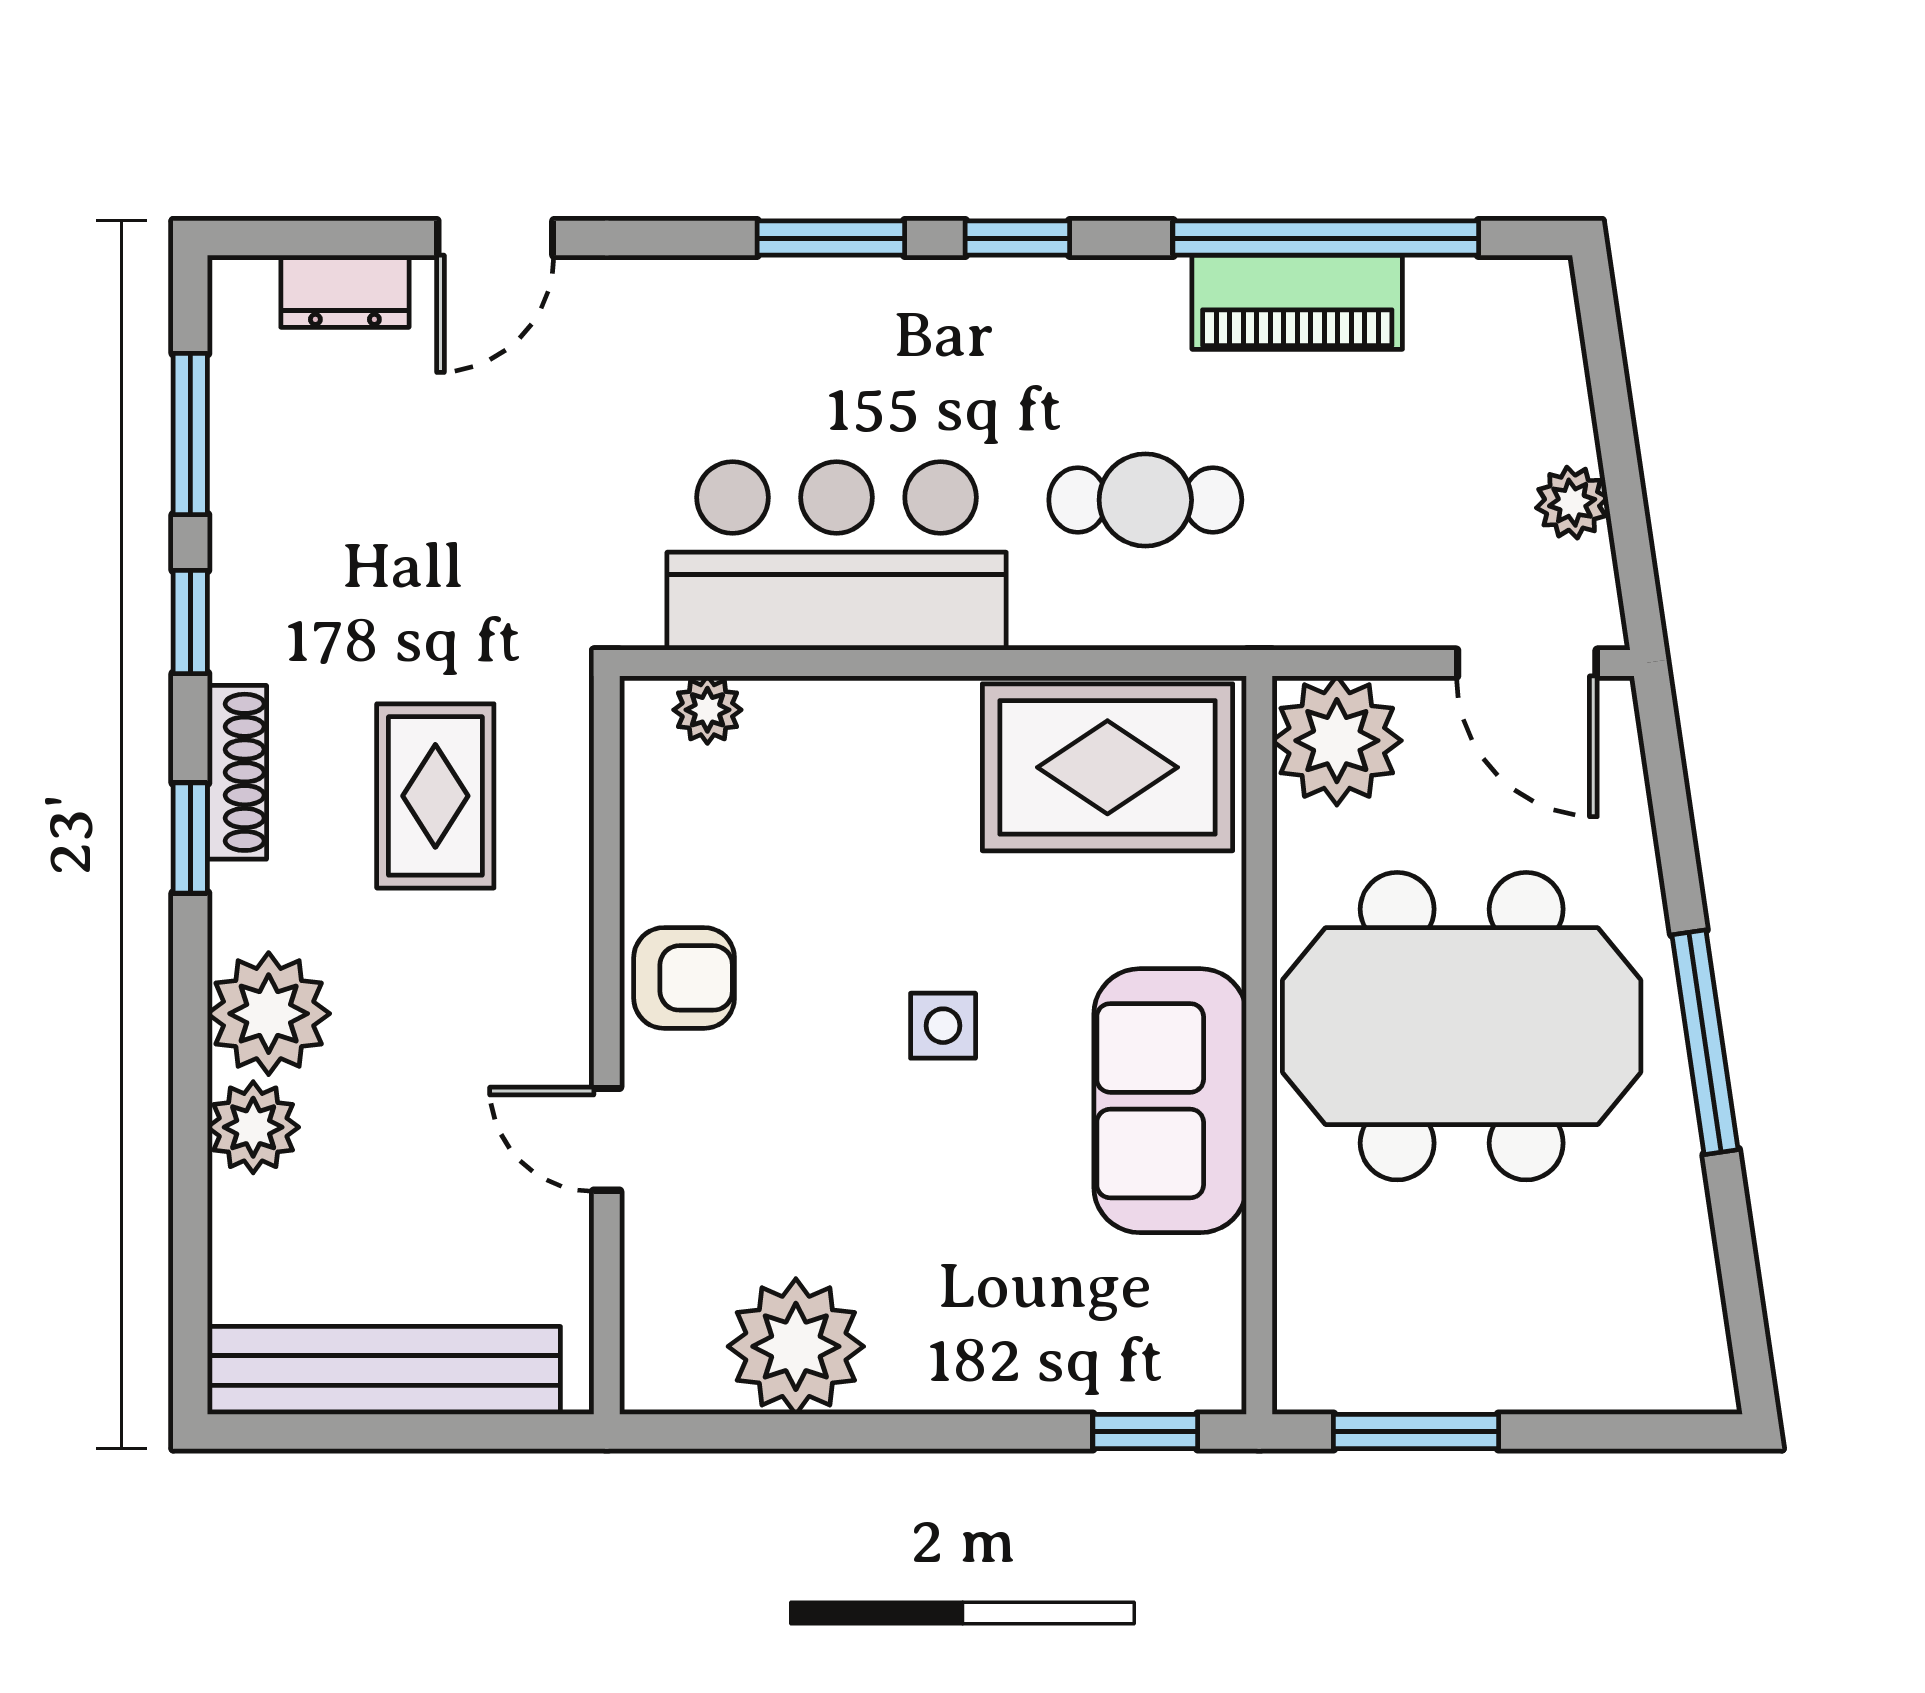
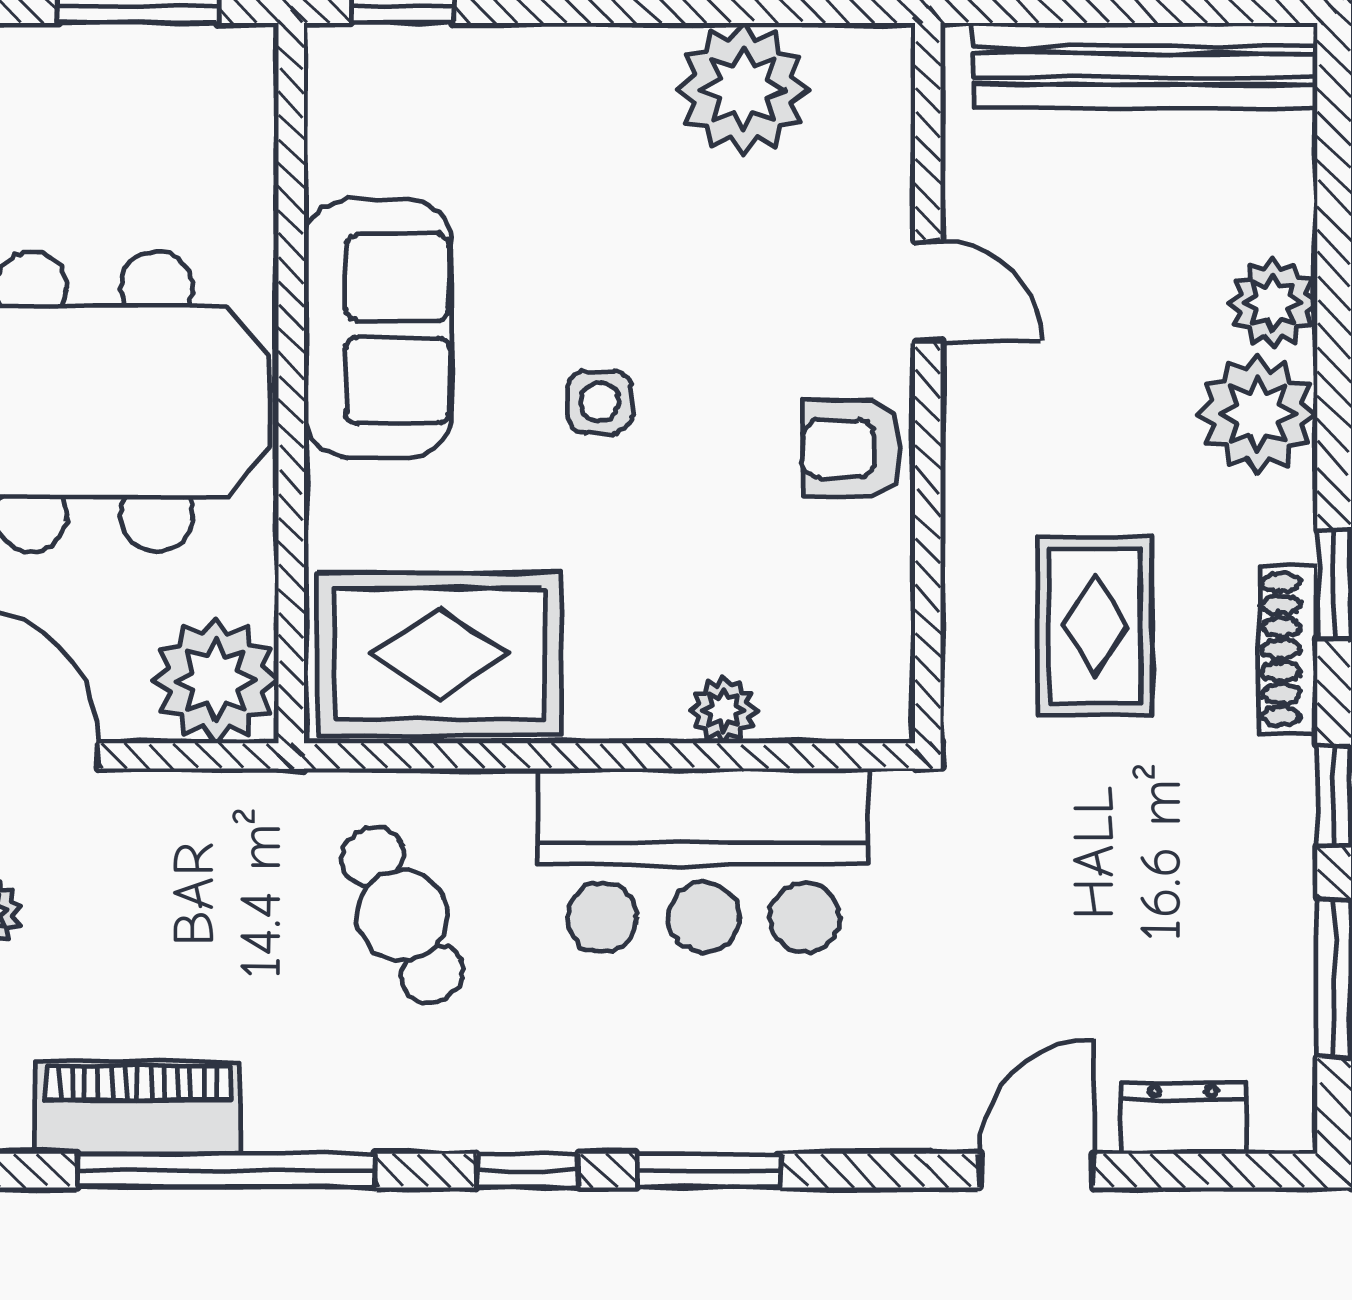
piano: (1297, 302) -> (138, 1108), moved
cafe table: (1145, 500) -> (402, 915), turned 63
plant: (707, 710) -> (724, 710), moved

